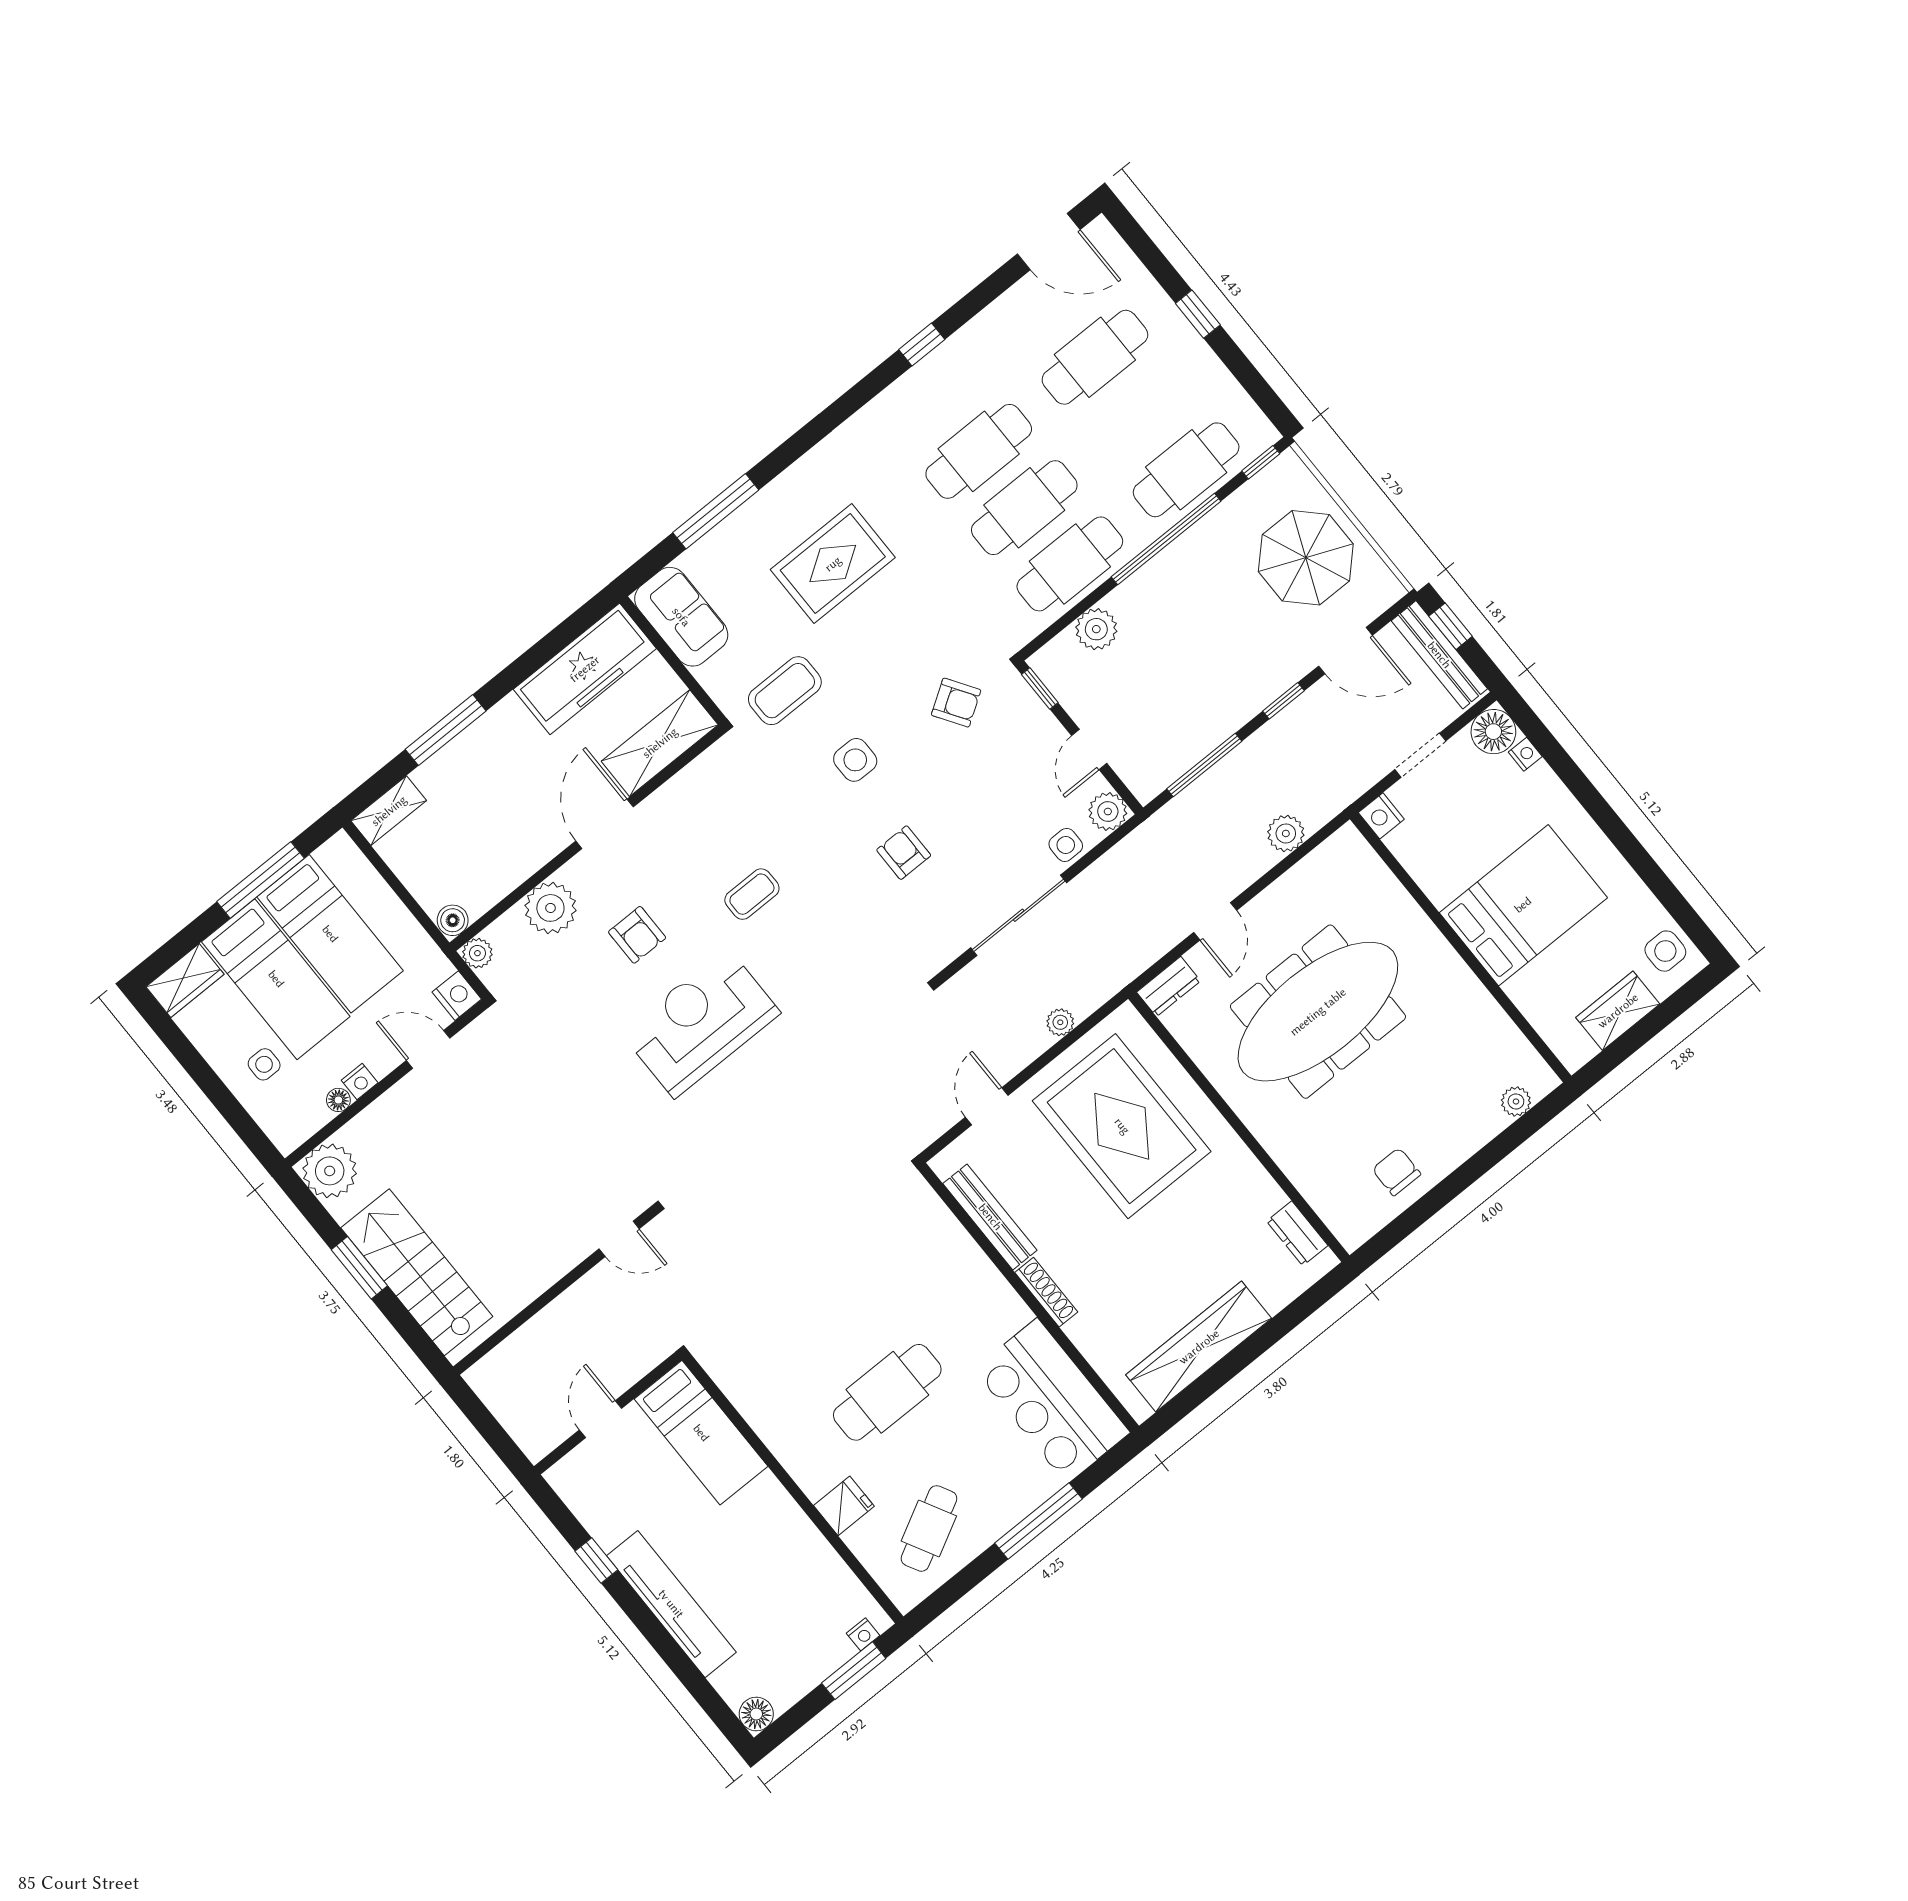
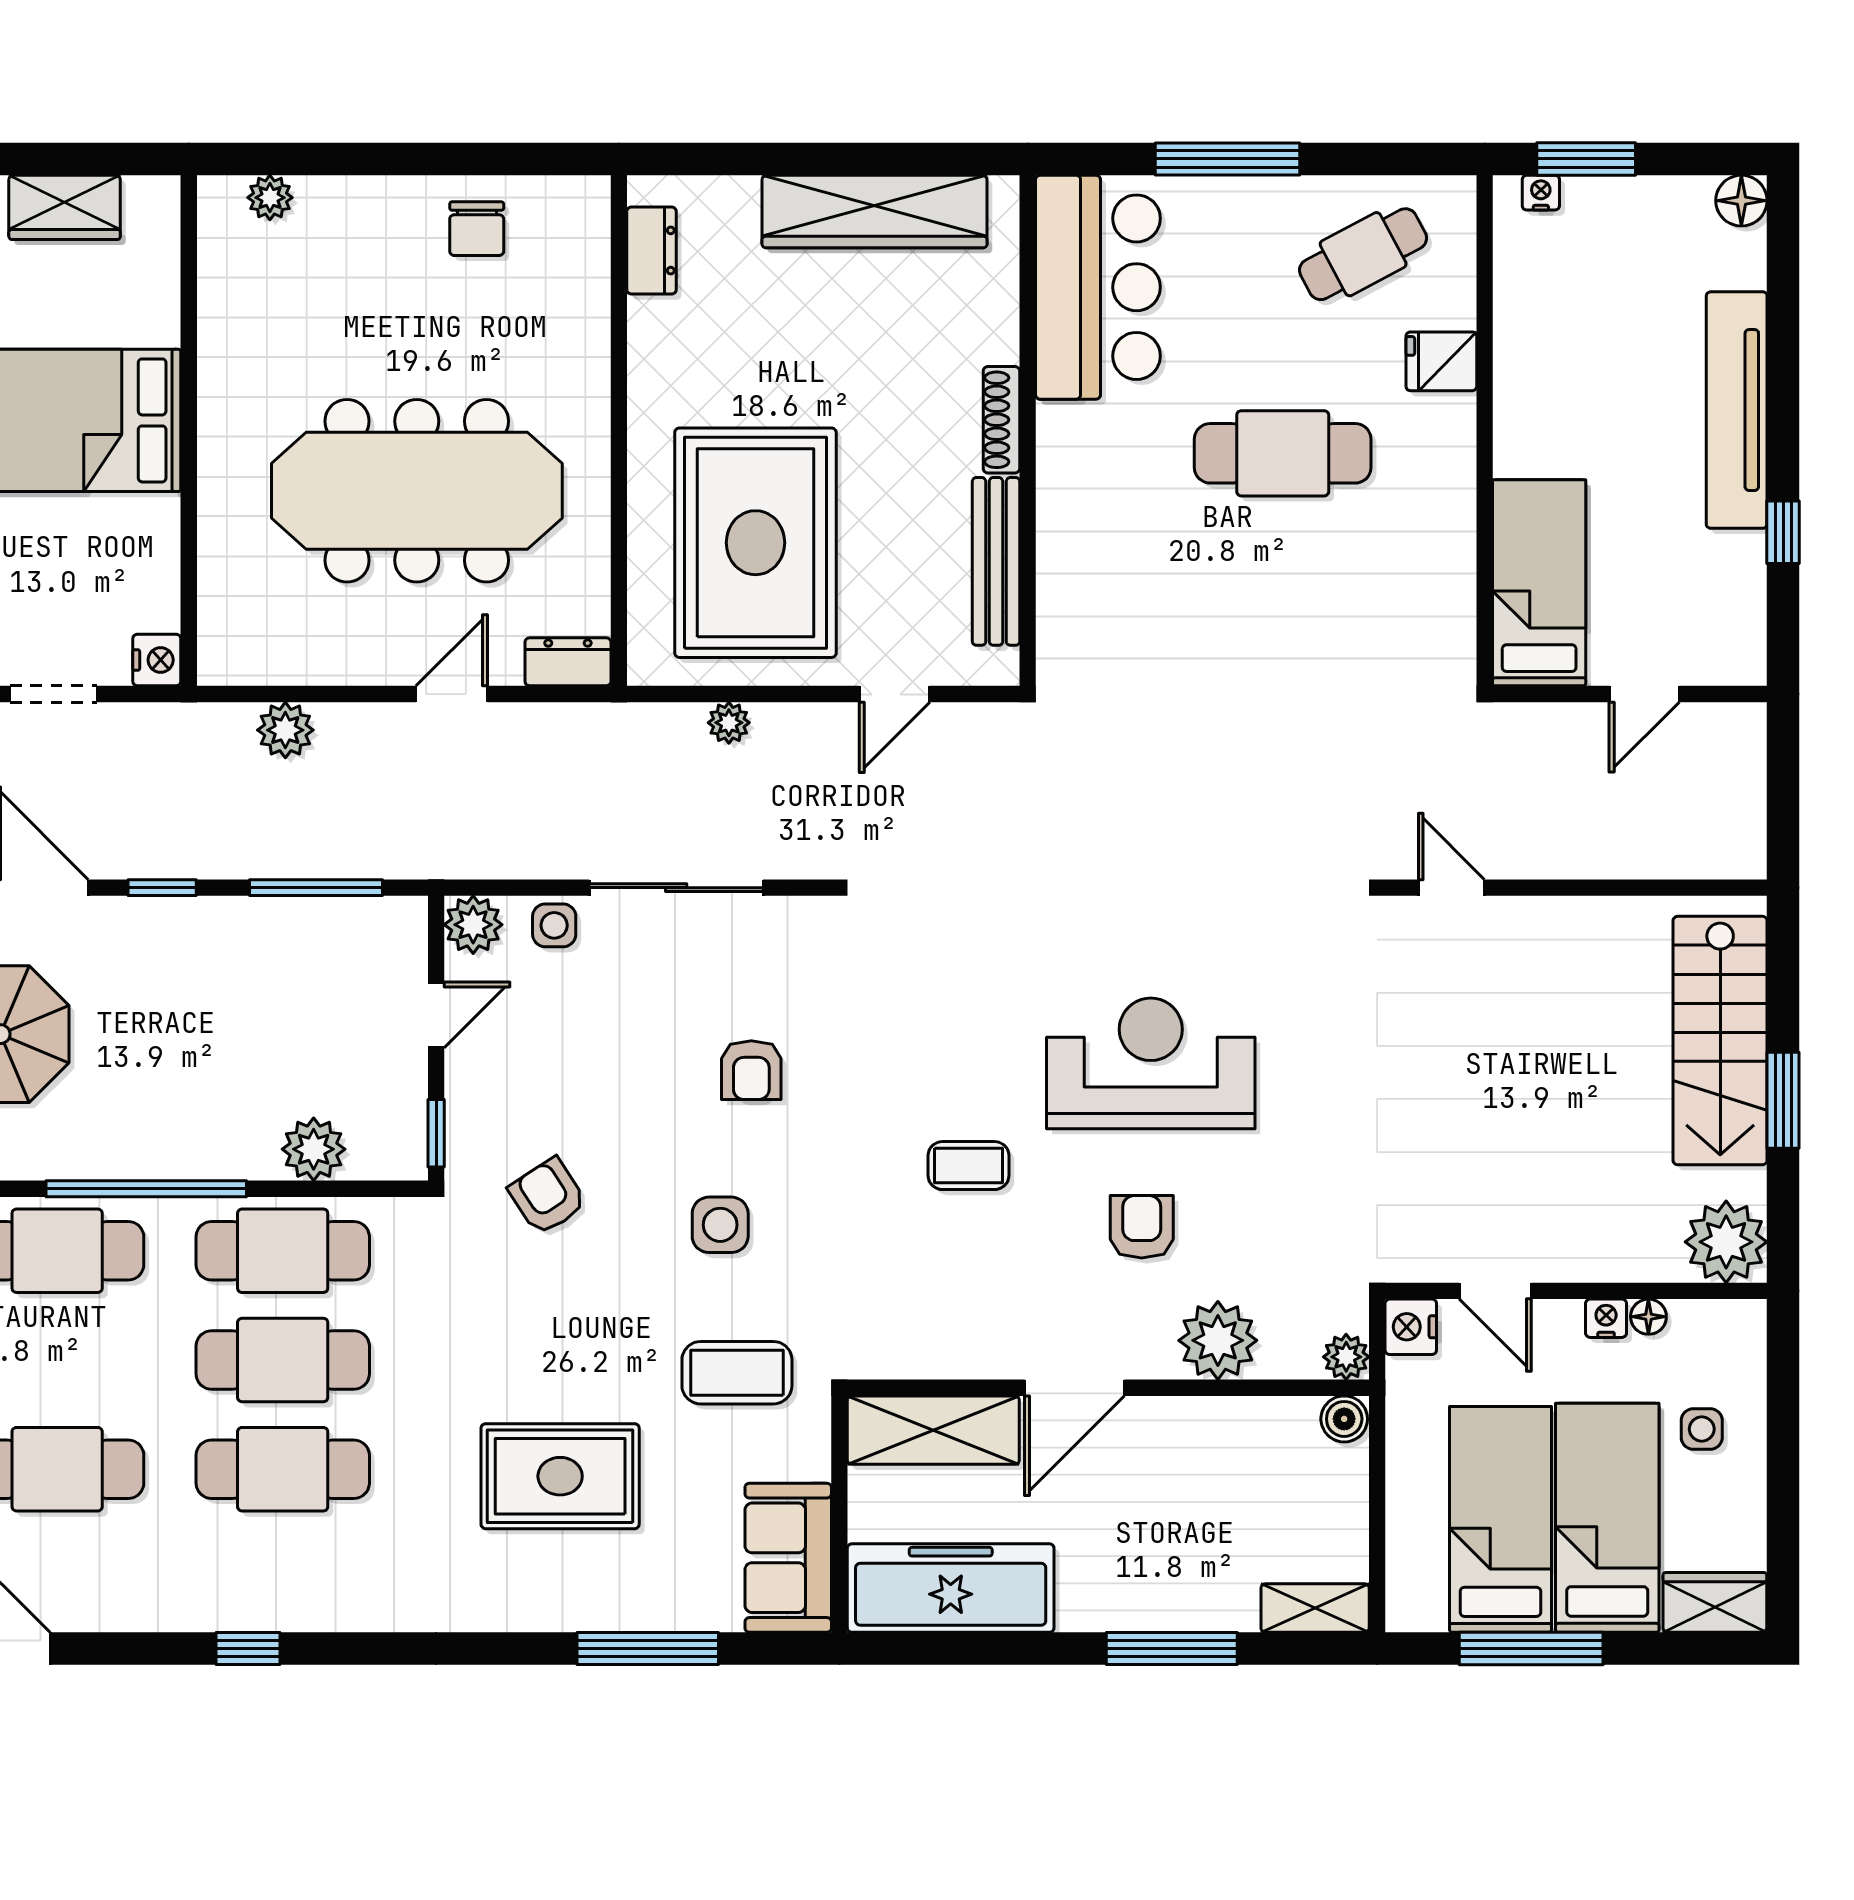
reception desk: (701, 1023) -> (1151, 1063), turned 180

